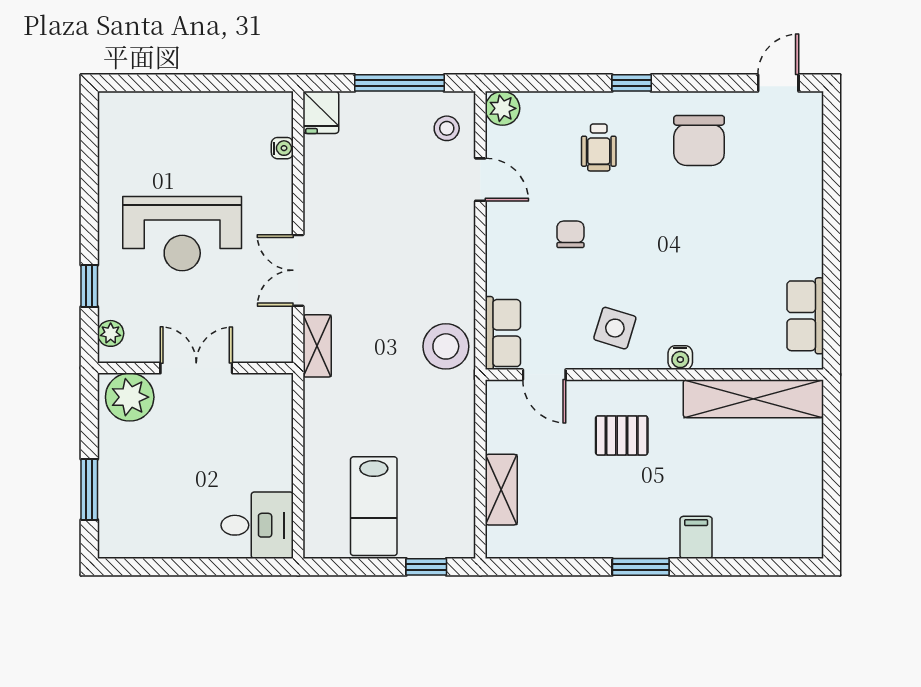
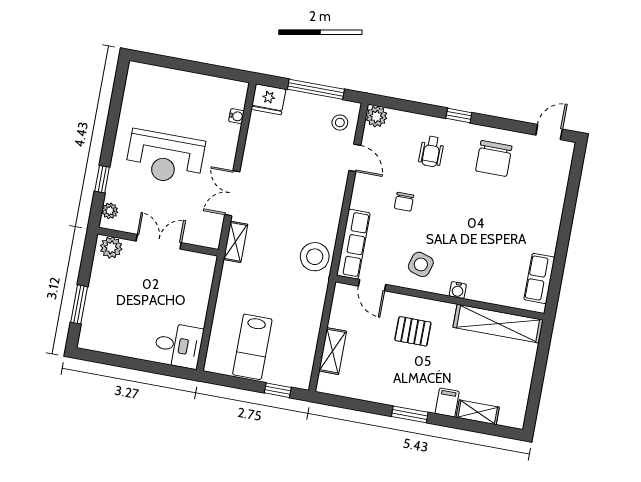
fridge: (321, 112) -> (268, 99), width x1.38
chair: (570, 234) -> (404, 202), turned 180
row of seats: (503, 333) -> (353, 244), width x1.48
plant: (130, 397) -> (111, 247), width x0.73, depth x0.73
shelving: (747, 544) -> (478, 412), added

